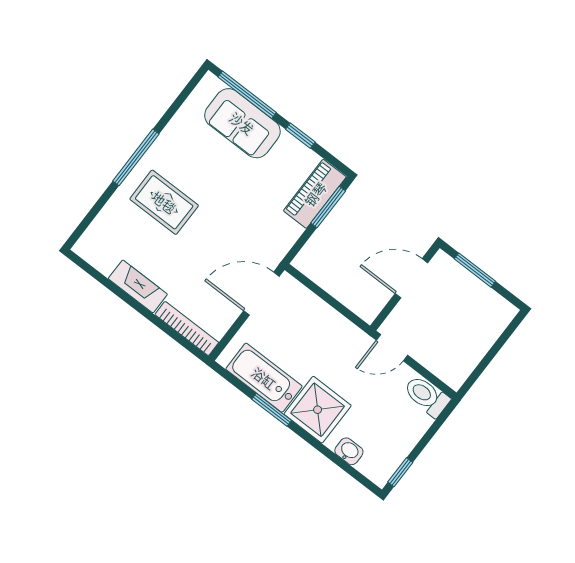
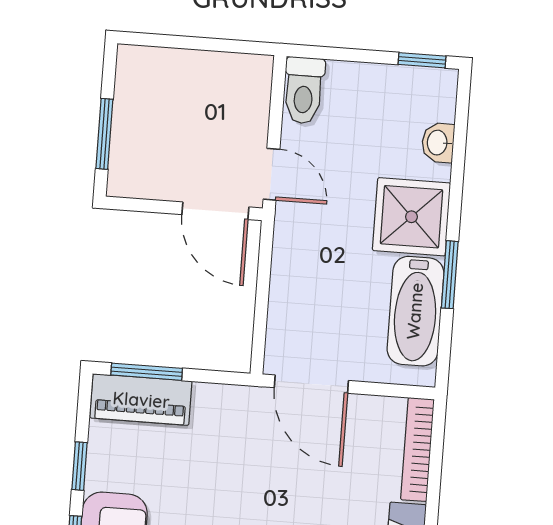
door: (411, 278) -> (215, 211), moved

